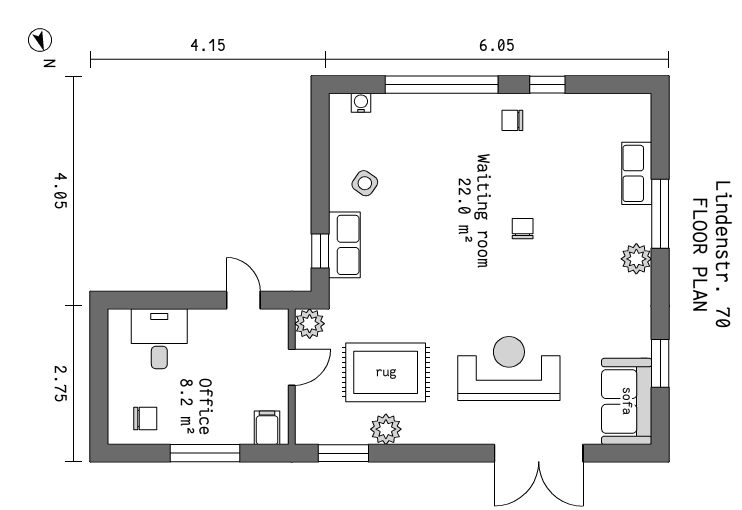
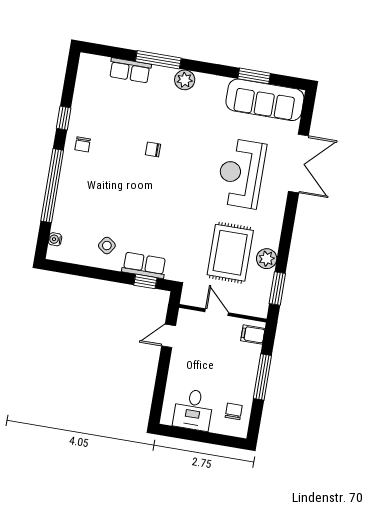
plant: (310, 324) -> (191, 296), removed
desk: (159, 339) -> (193, 410), moved, turned -90
sofa: (627, 401) -> (265, 100), width x1.36

